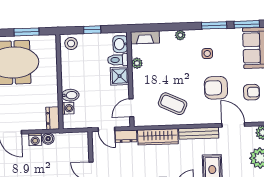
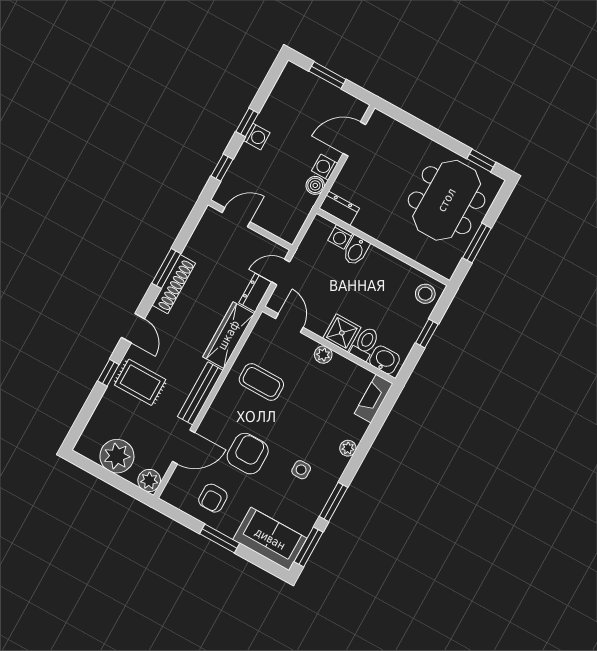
plant: (137, 63) -> (323, 355), moved
coffee table: (173, 104) -> (261, 382), turned 65

